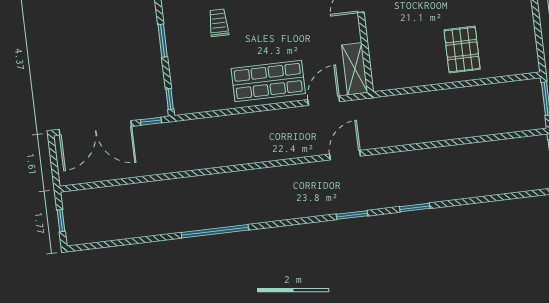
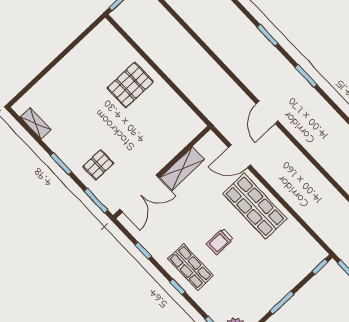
trolley: (219, 23) -> (220, 242), moved
shelving: (355, 69) -> (182, 168), moved
door: (345, 155) -> (267, 112), hinge flipped

